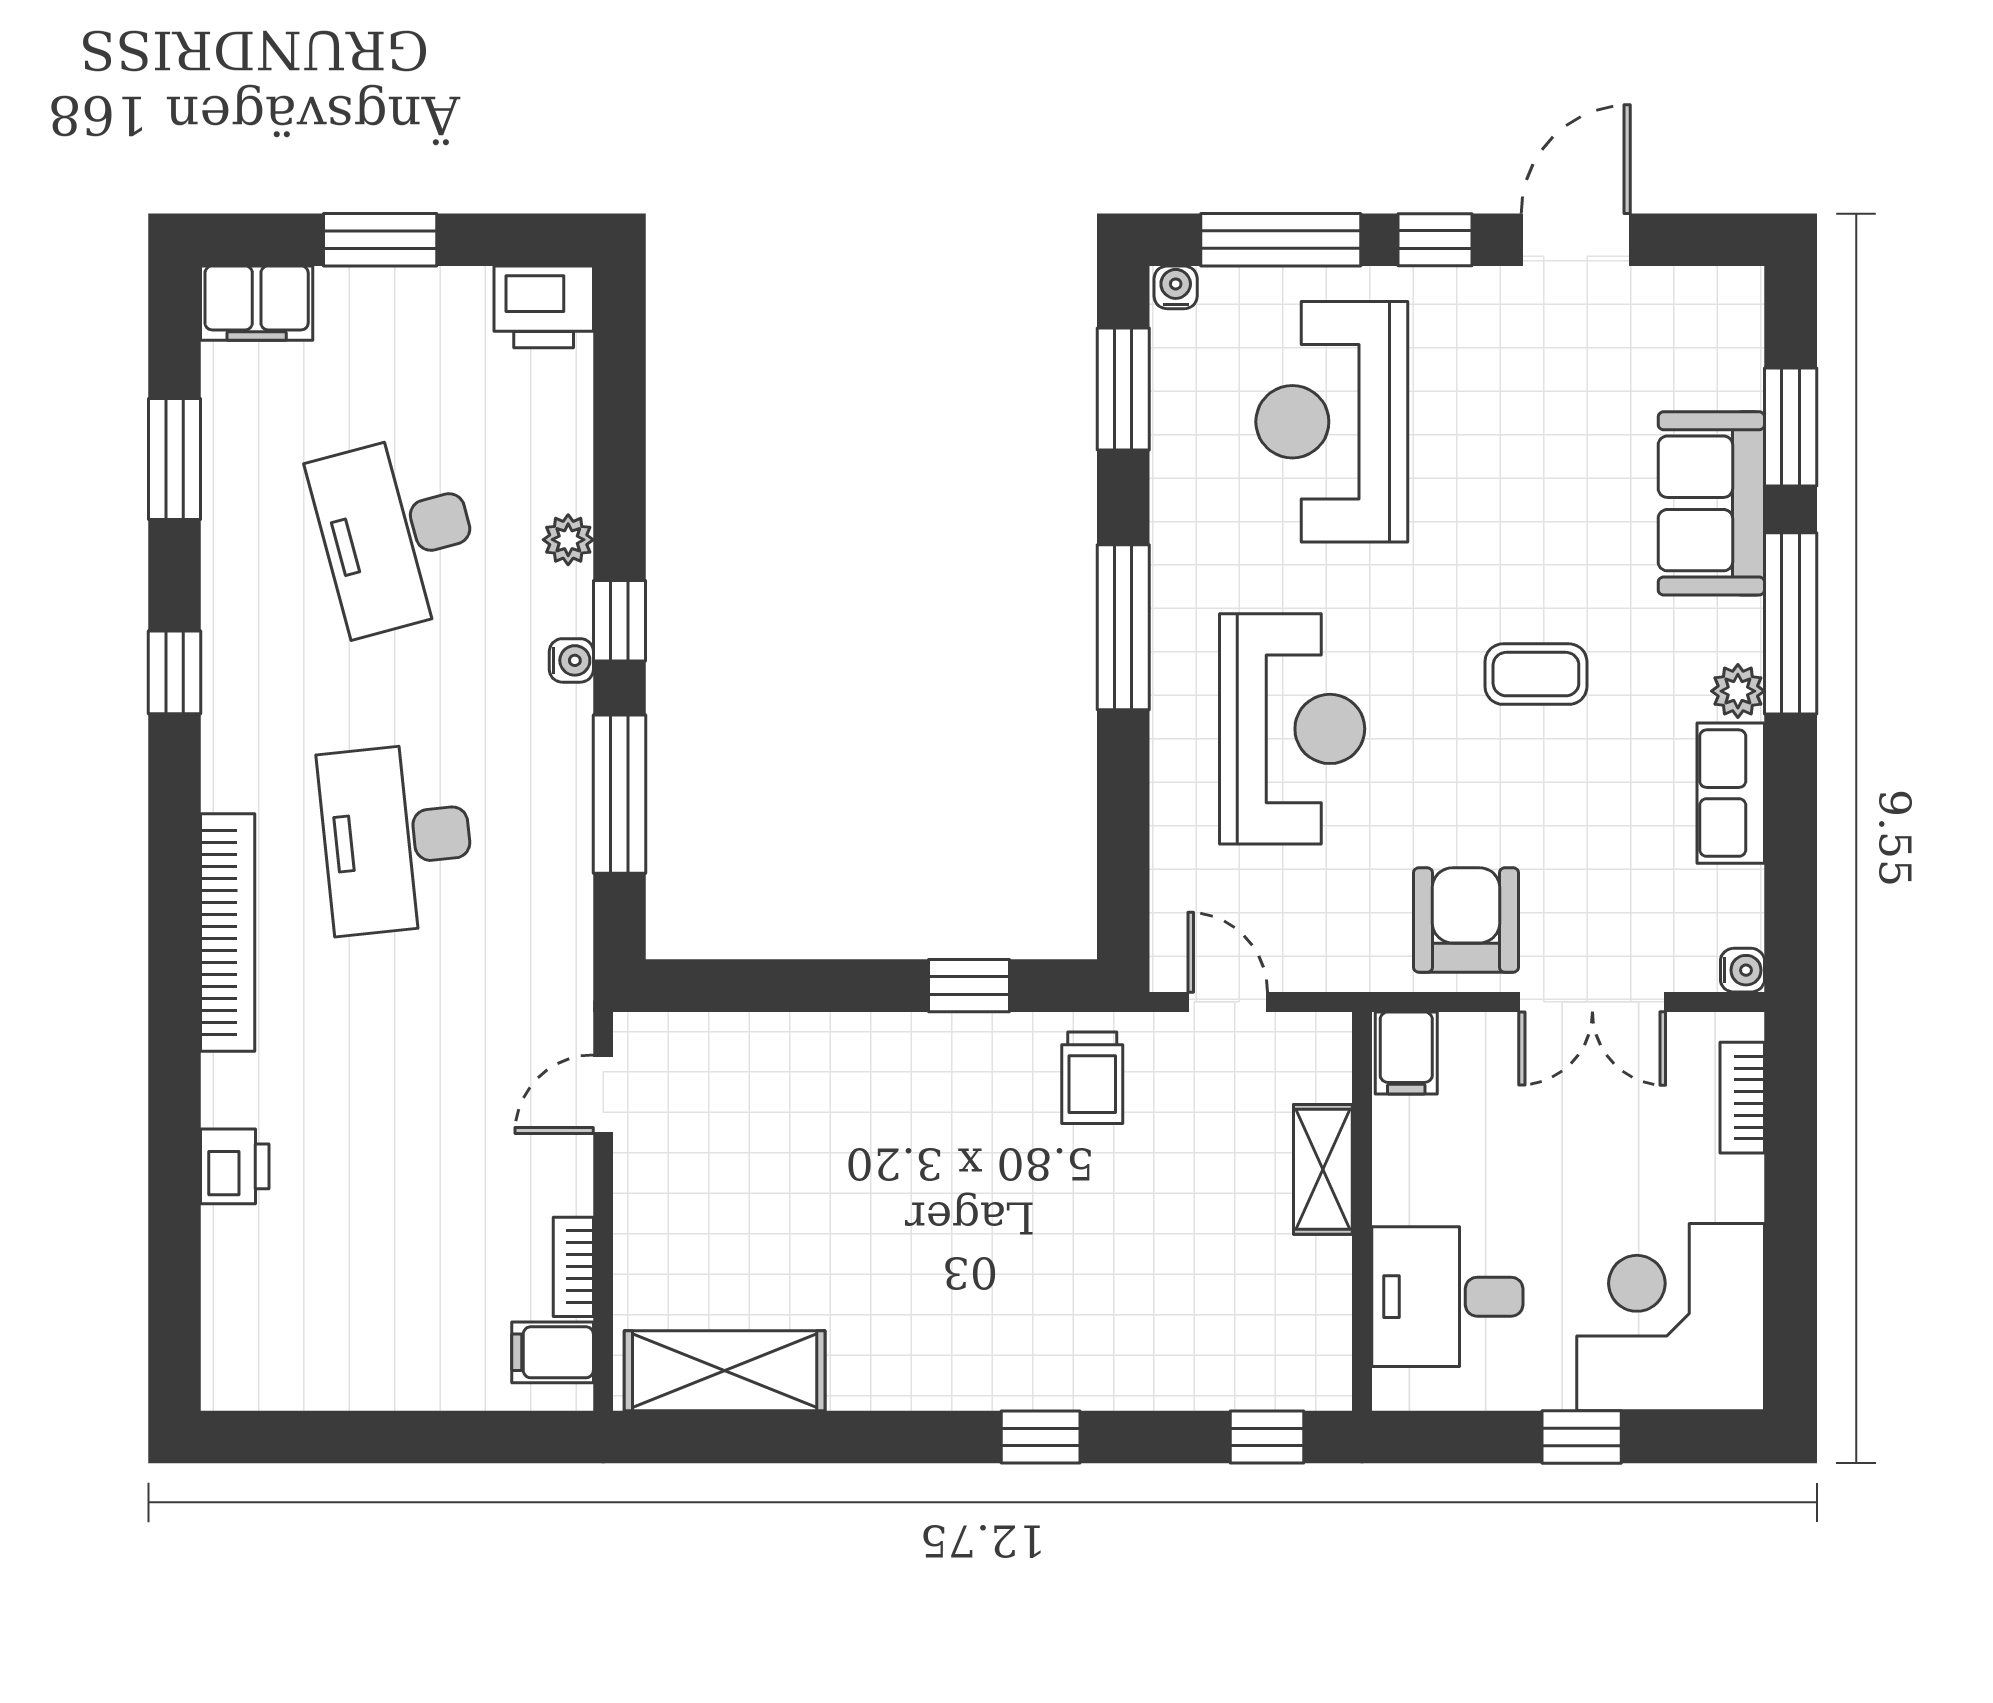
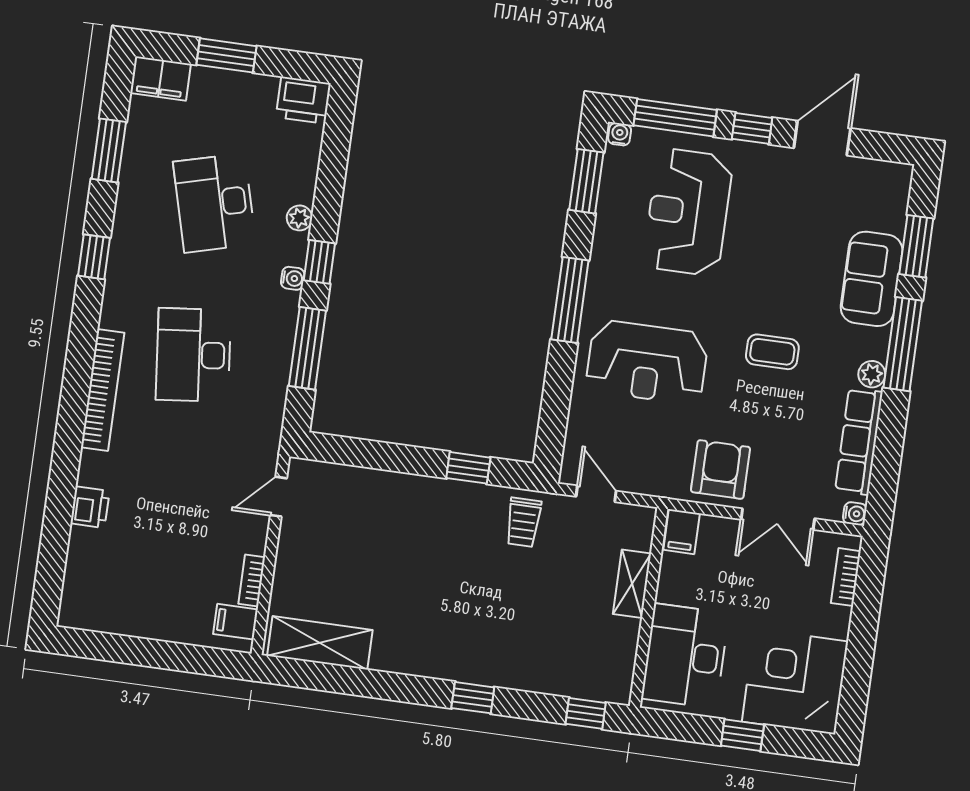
reception desk: (1292, 729) -> (647, 362), turned 90
row of seats: (1731, 793) -> (859, 441), width x1.48
desk: (1447, 1297) -> (685, 656), width x1.37

